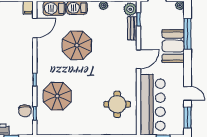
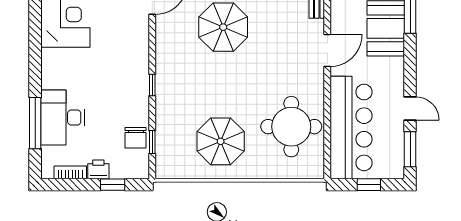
parasol: (57, 96) -> (221, 141), moved
round table: (117, 104) -> (291, 127), width x1.36, depth x1.36

